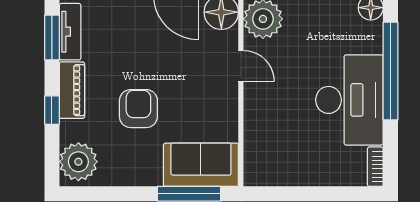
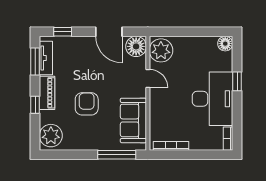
window: (391, 71) -> (237, 81), width x0.32
sofa: (201, 165) -> (133, 120), moved, turned -90
bookcase: (280, 179) -> (171, 146), added

